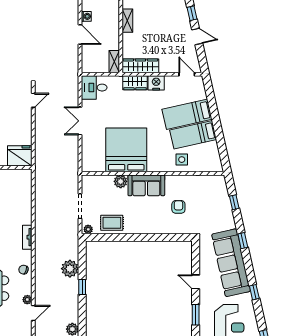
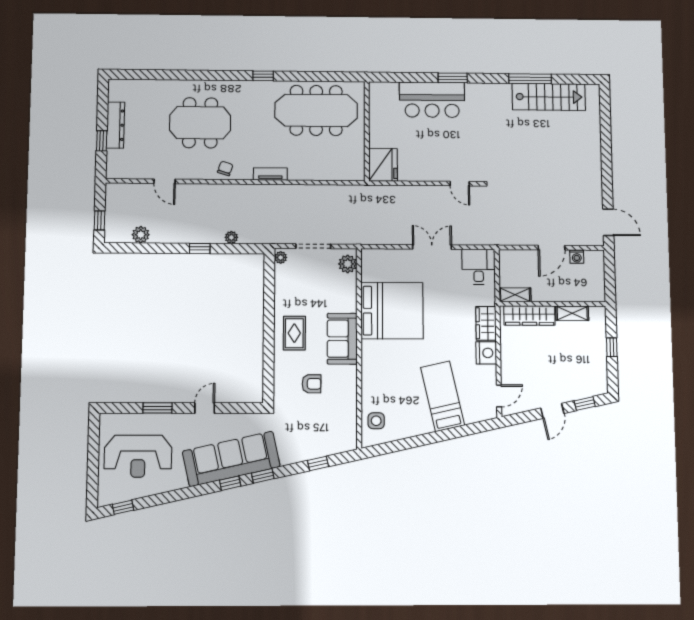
wardrobe: (140, 66) -> (529, 316), moved, turned 90
bed: (193, 135) -> (414, 405), removed
side table: (182, 160) -> (376, 421), moved
plant: (121, 181) -> (348, 264), moved
rug: (112, 223) -> (294, 333), moved
plant: (70, 269) -> (231, 237), width x0.53, depth x0.53
window: (254, 292) -> (230, 483), moved
plant: (27, 300) -> (183, 173), removed

